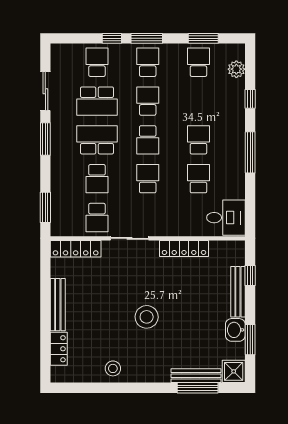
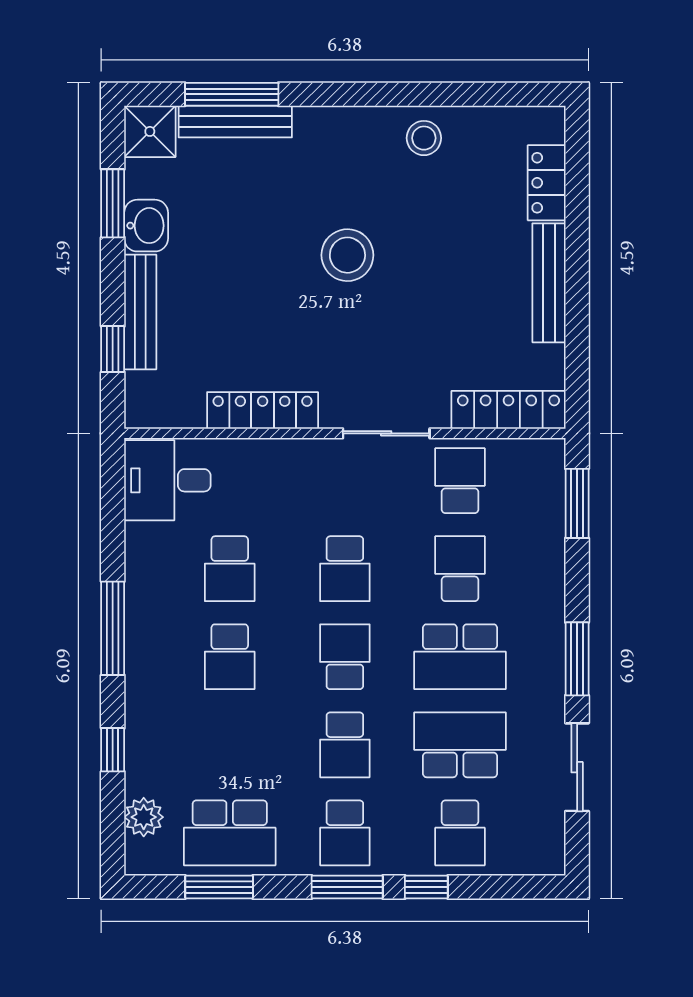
school desk: (198, 62) -> (230, 833), width x1.85

